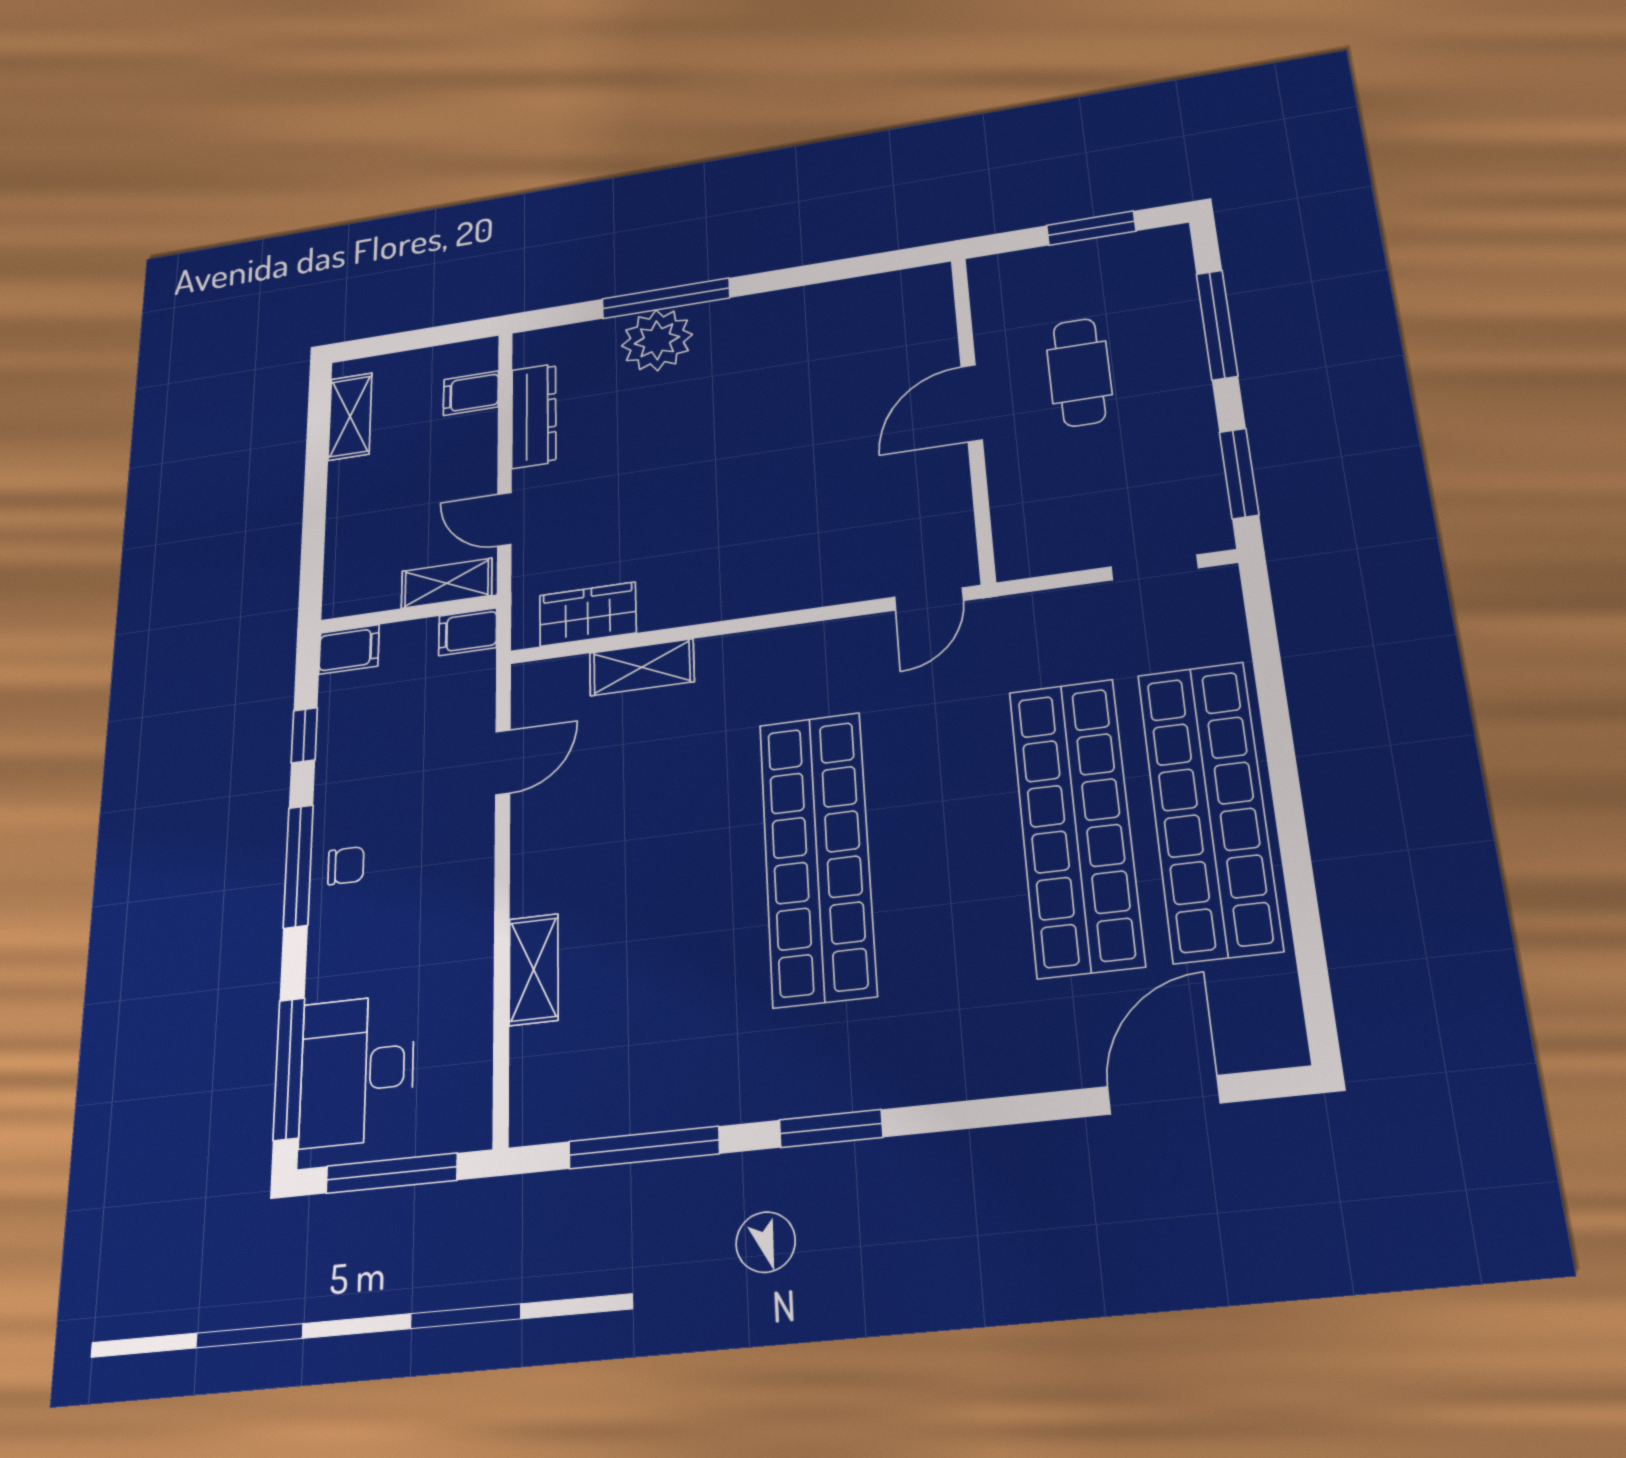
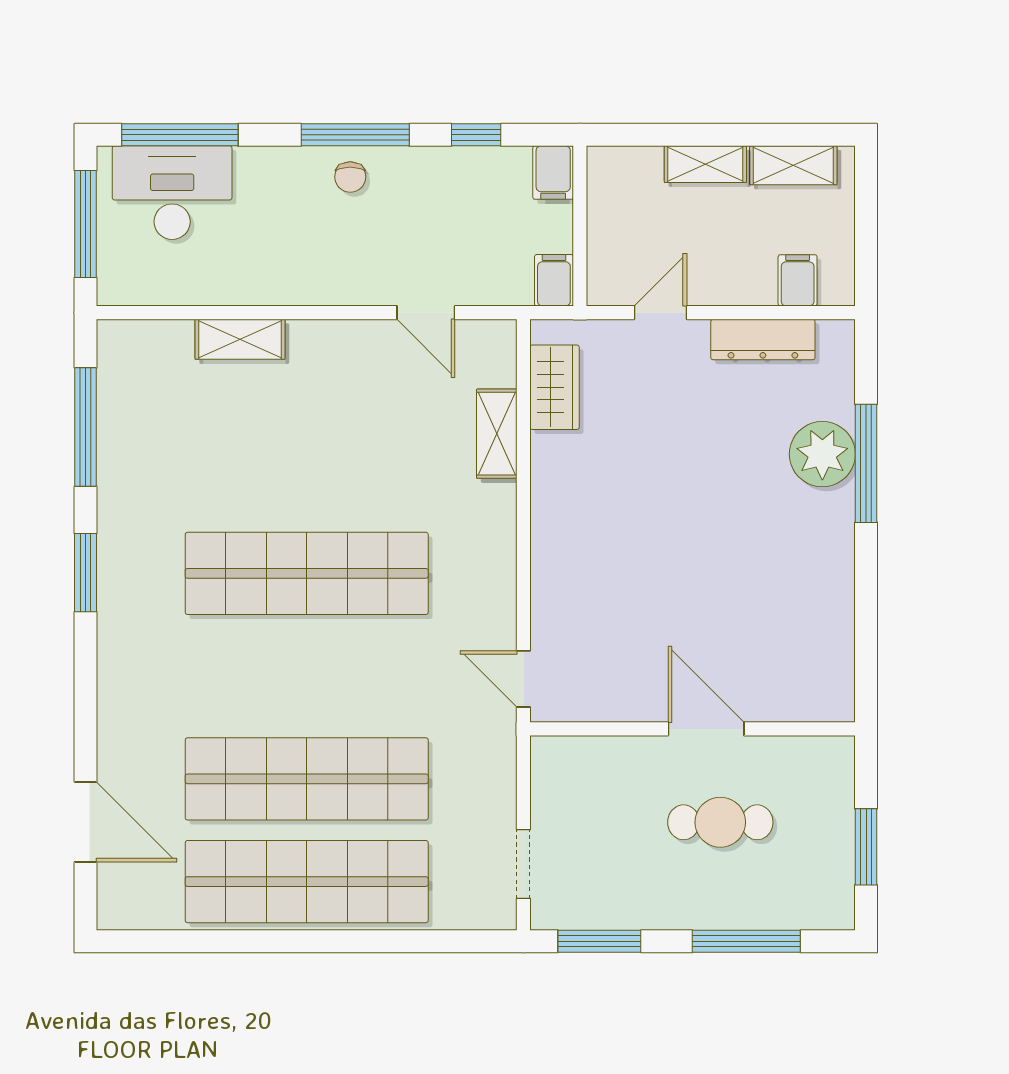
shelving: (447, 583) -> (705, 164), moved, turned 90

